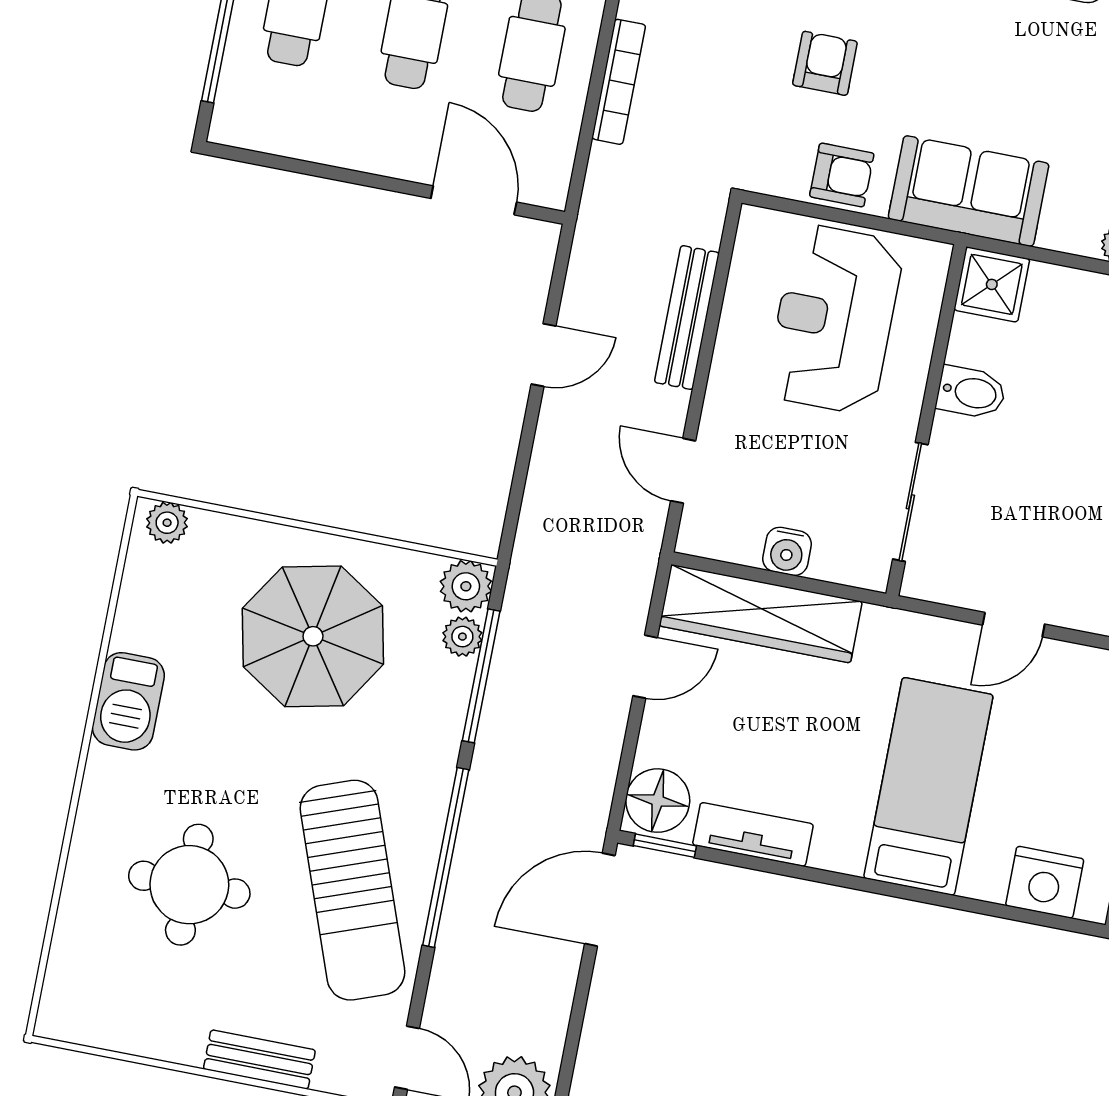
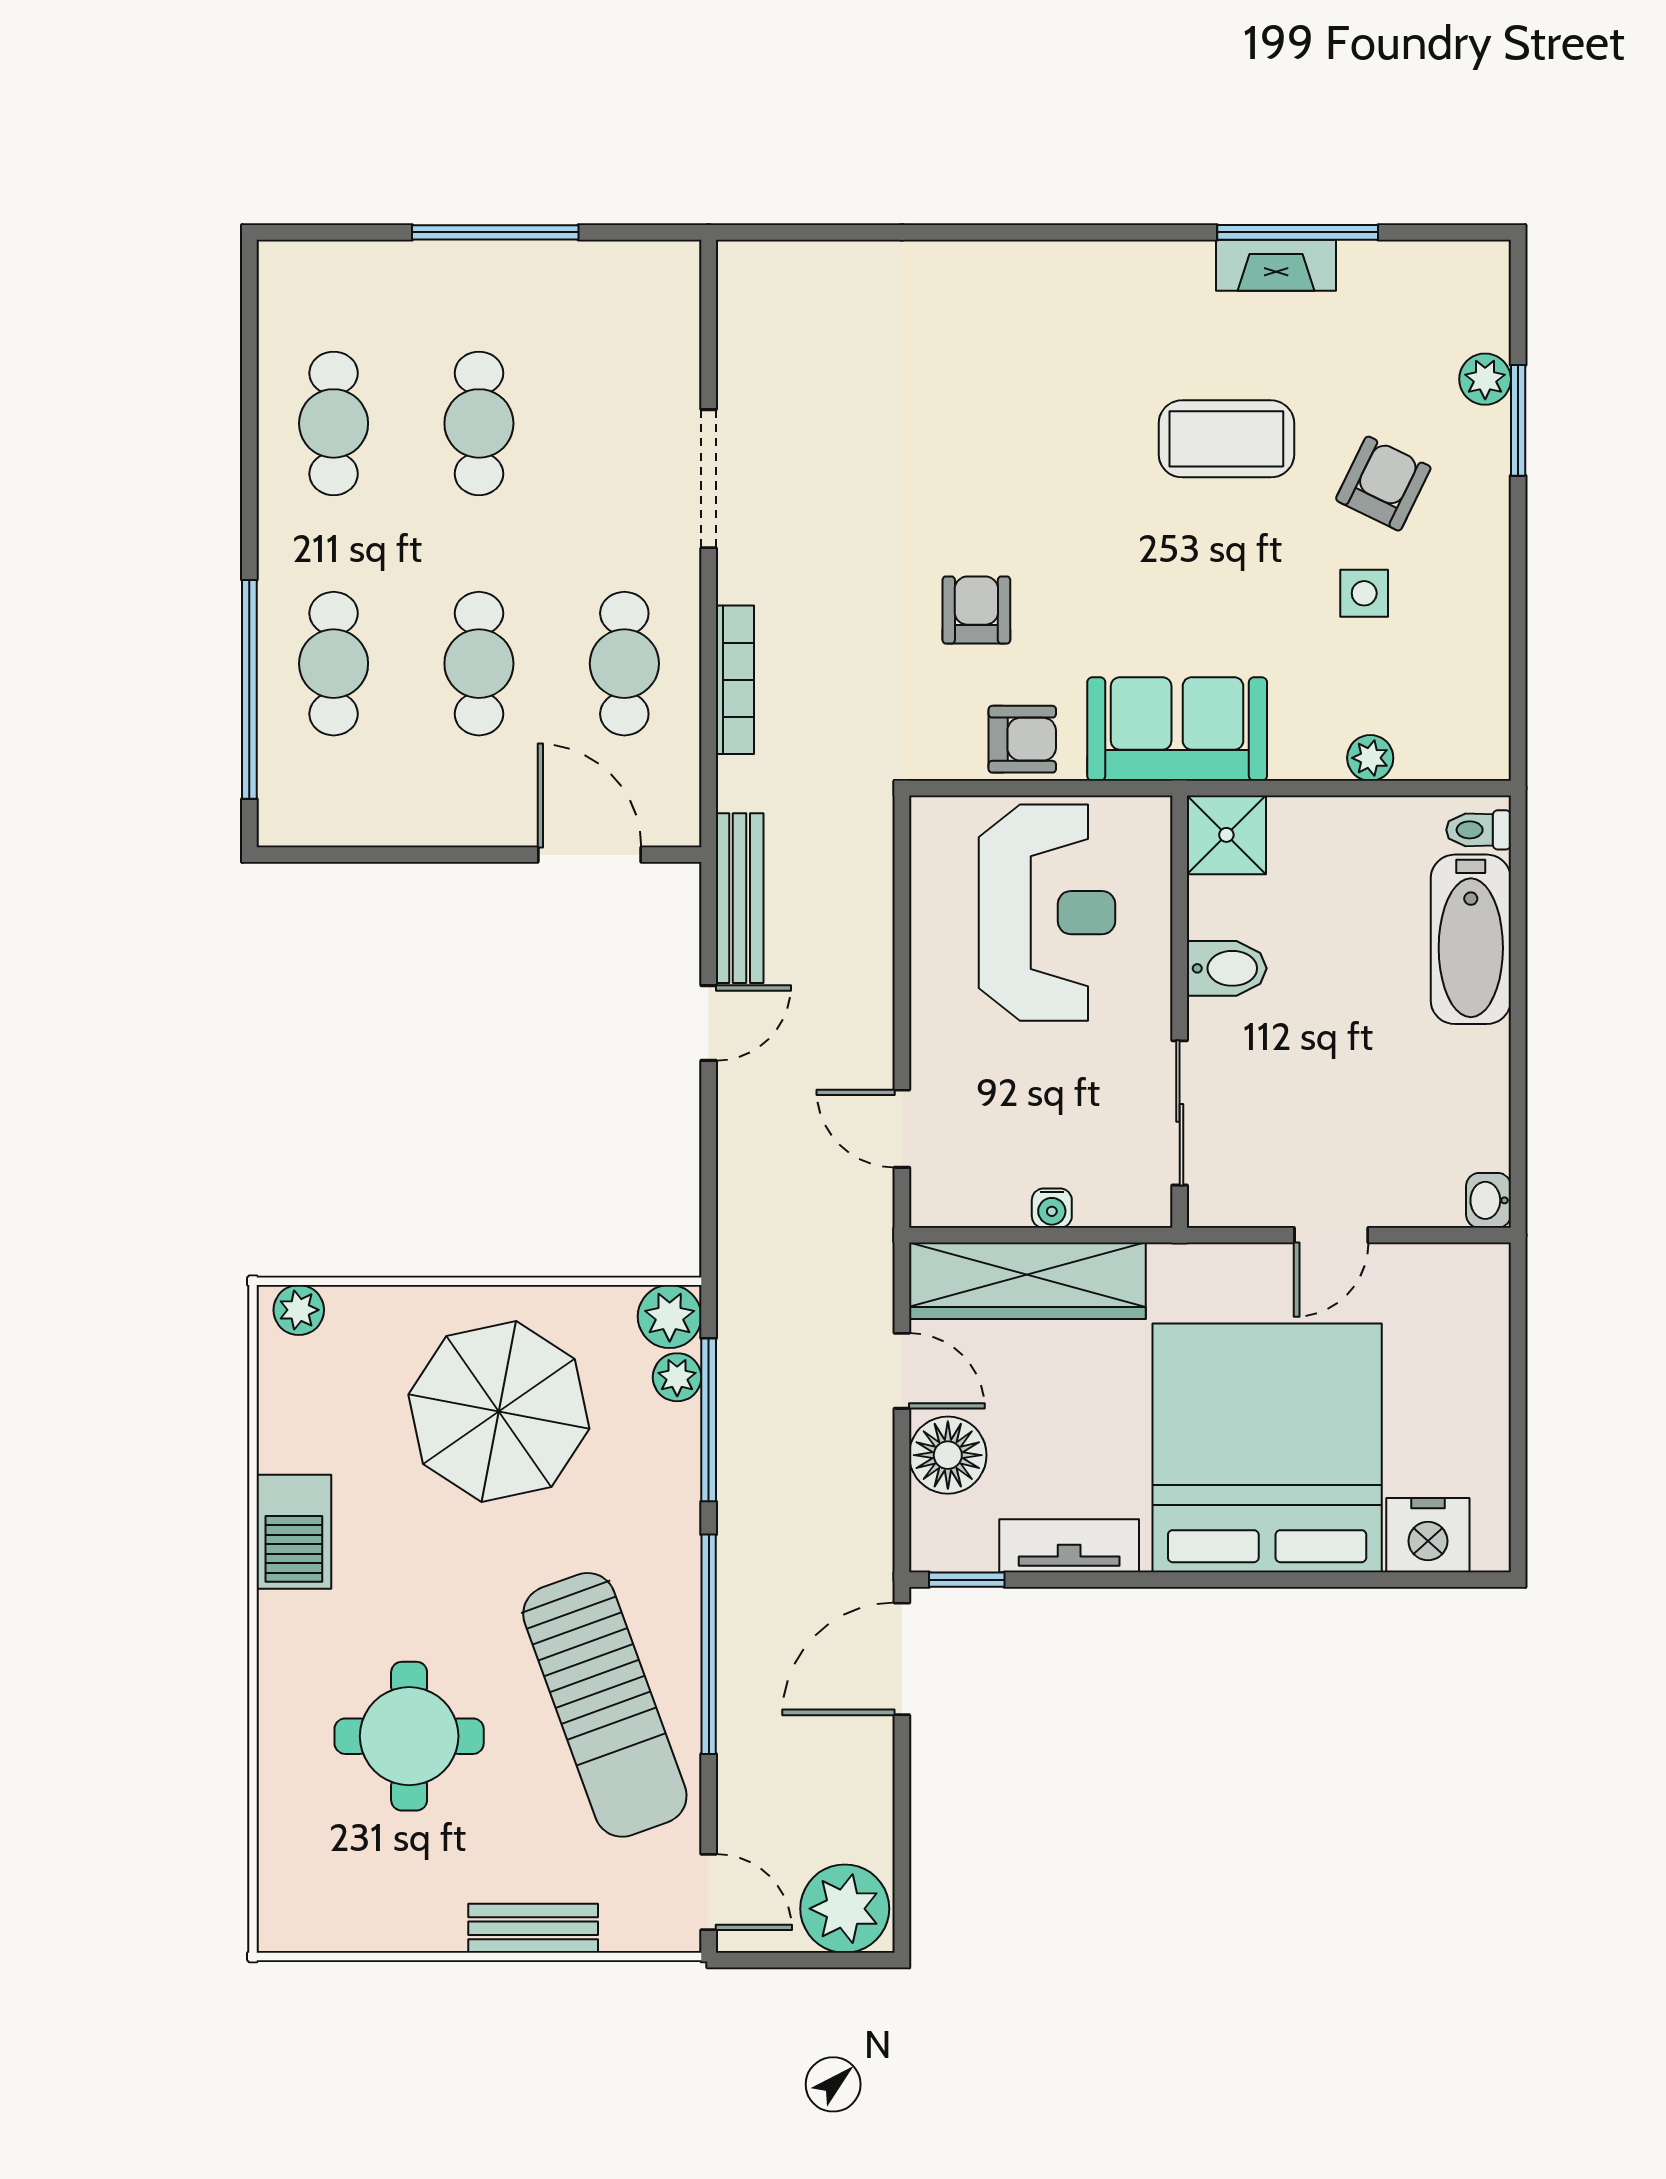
bench: (687, 318) -> (740, 898), moved
reception desk: (835, 319) -> (1047, 913), turned 180
water cooler: (787, 551) -> (1052, 1208), width x0.72, depth x0.72
door: (645, 667) -> (902, 1371), hinge flipped
bed: (928, 786) -> (1267, 1448), width x2.04
floor lamp: (658, 801) -> (948, 1455), moved

